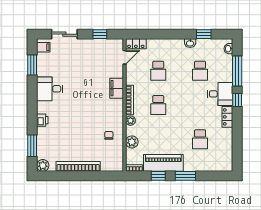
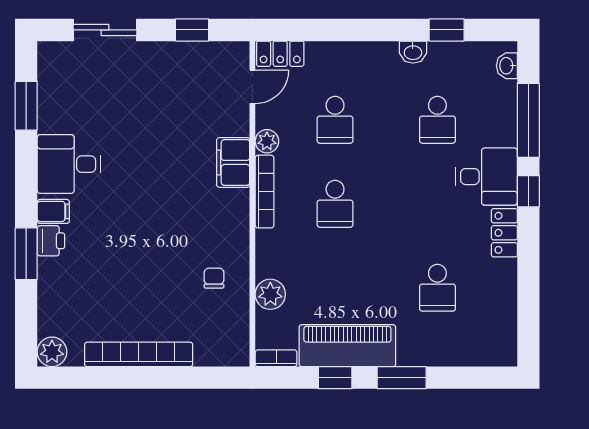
filing cabinet: (43, 47) -> (53, 211), moved
plant: (130, 121) -> (267, 141), moved
window: (32, 146) -> (26, 254), moved

